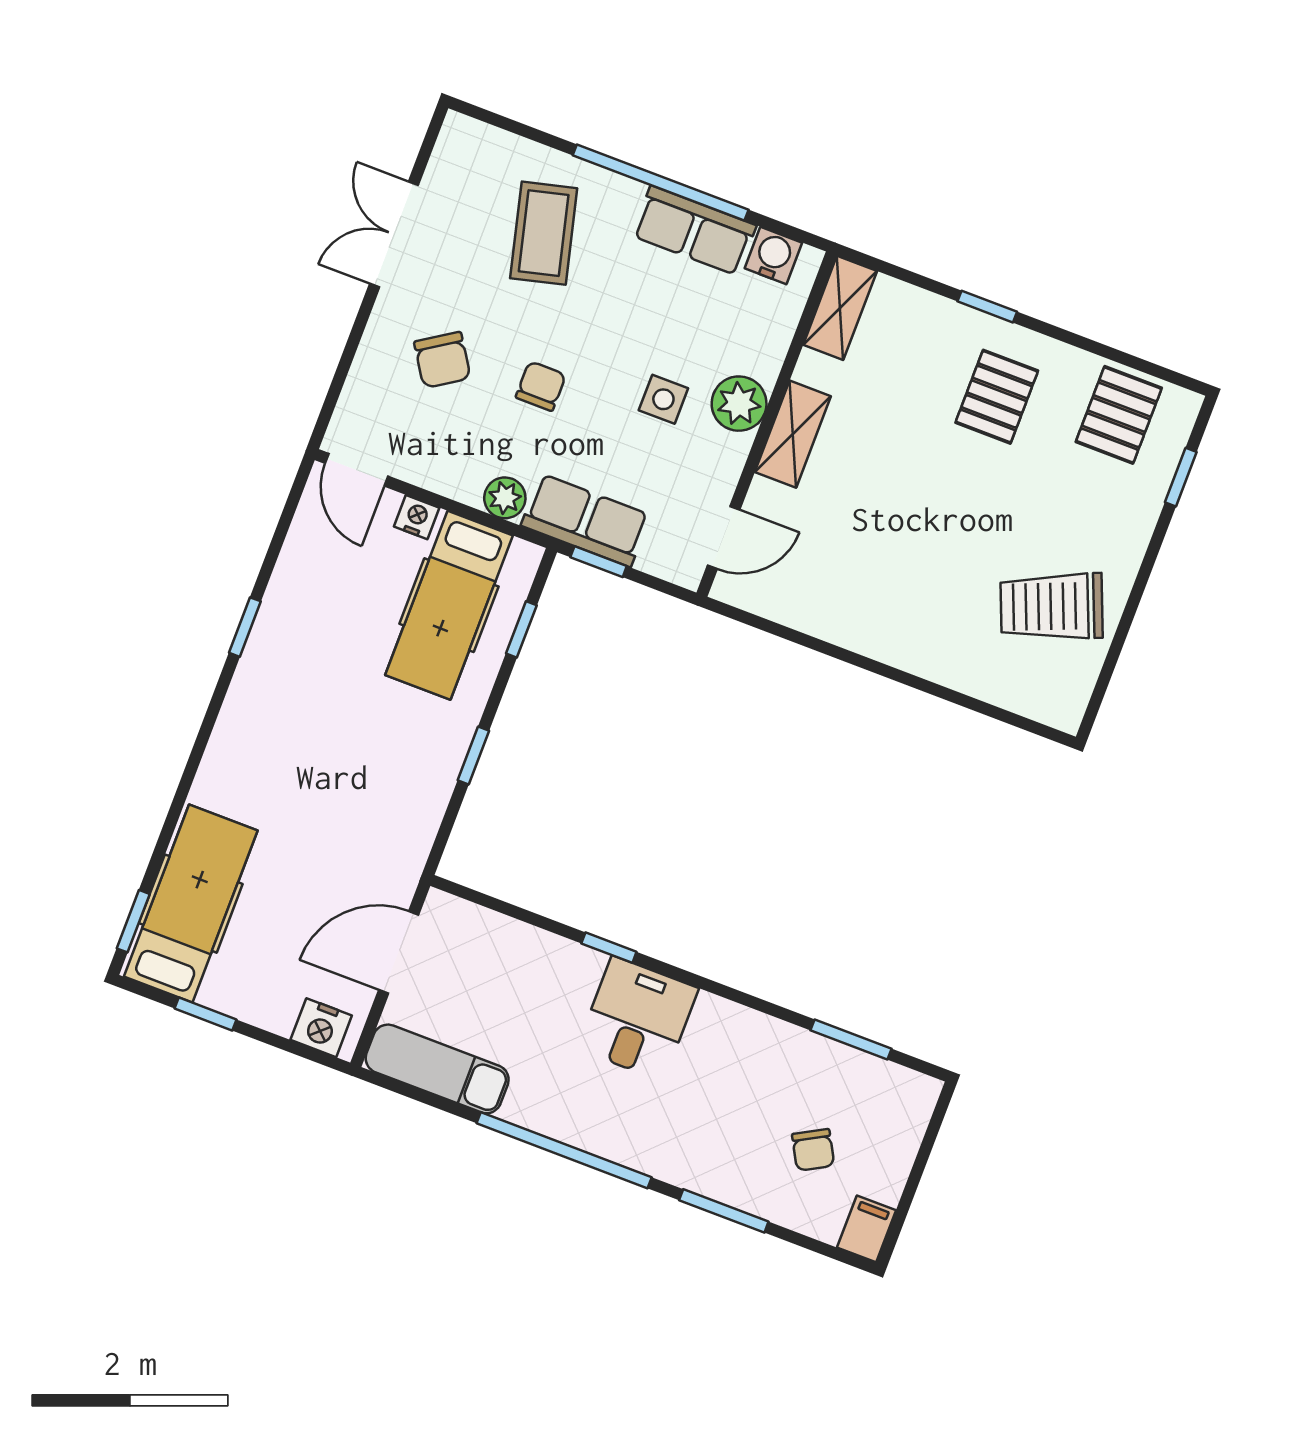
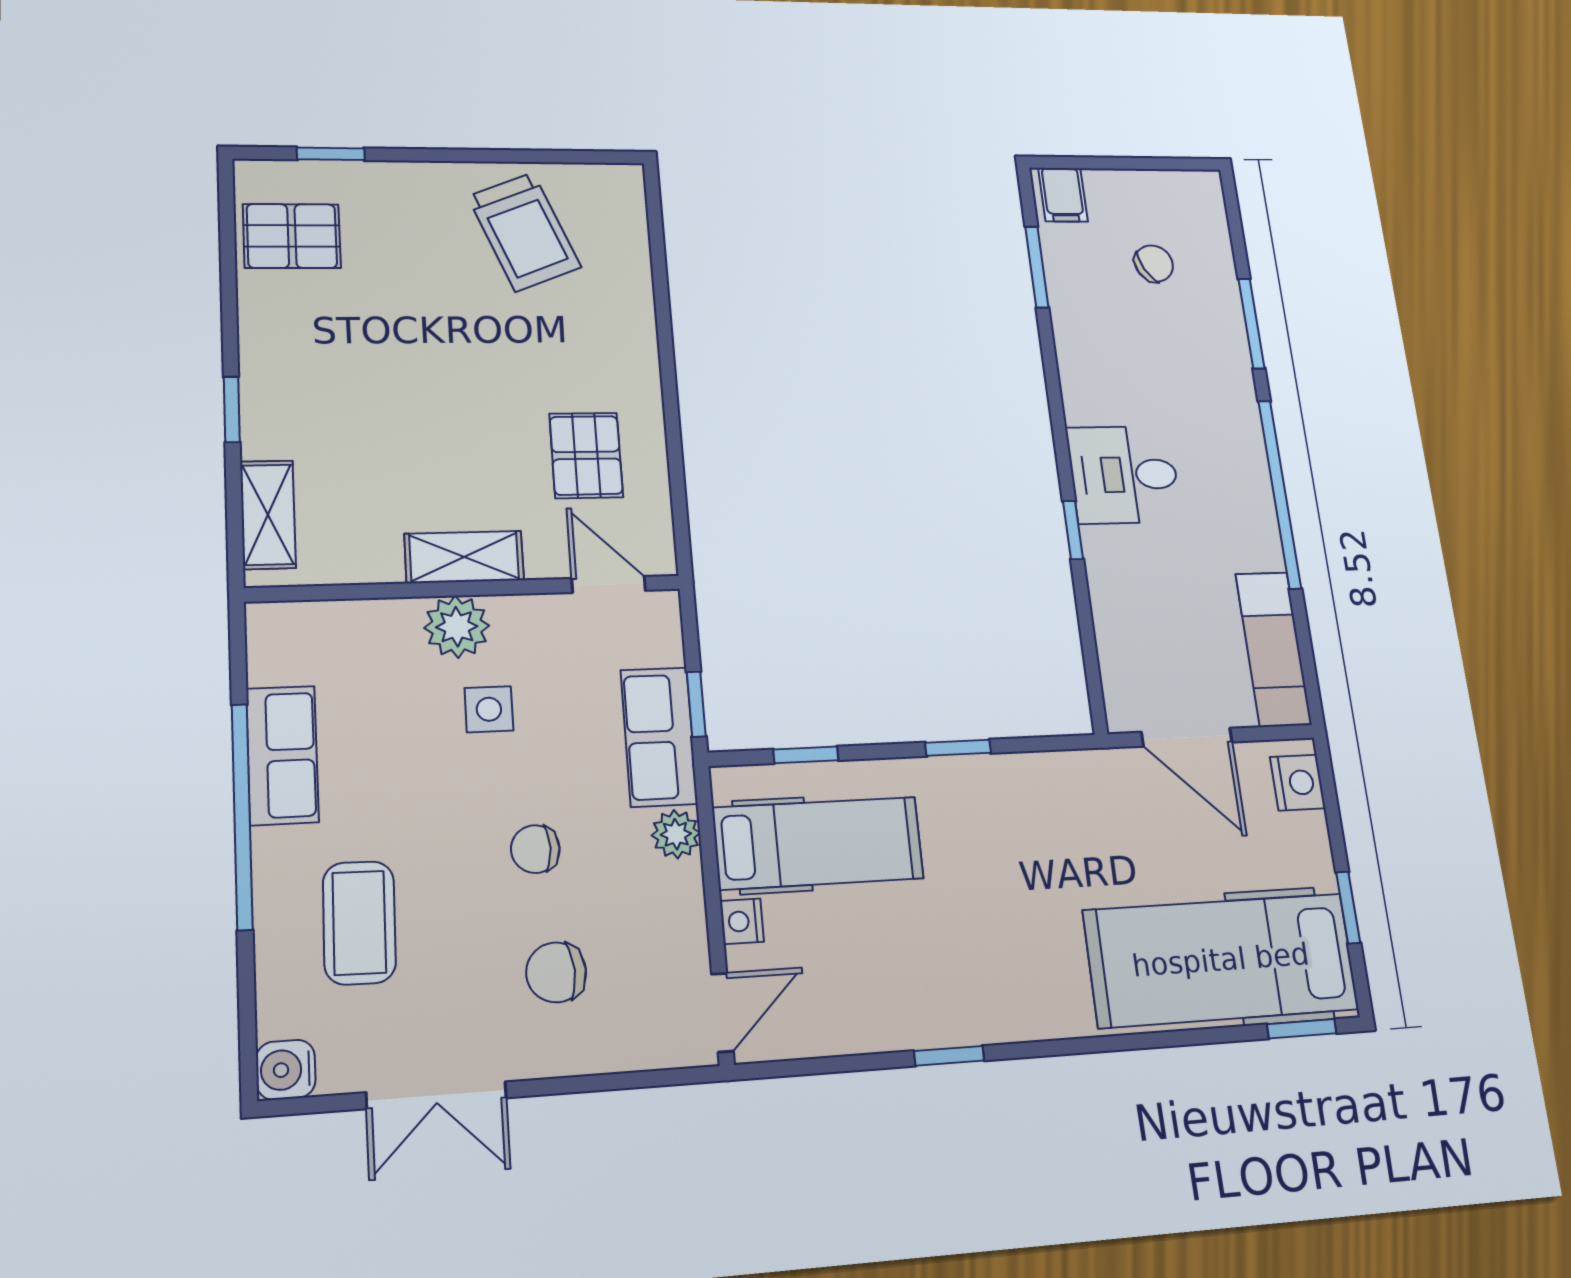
coffee table: (544, 233) -> (359, 923), turned -75
water cooler: (773, 255) -> (286, 1070), moved
shelving: (840, 308) -> (268, 515), moved, turned 90
chair: (442, 360) -> (556, 972), turned -150
pallet: (997, 397) -> (586, 455), moved, turned 90
hospital bed: (191, 904) -> (1221, 960), width x1.37, depth x1.29
filing cabinet: (866, 1229) -> (1063, 195), moved, turned -90

